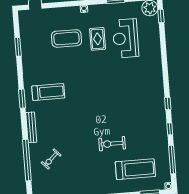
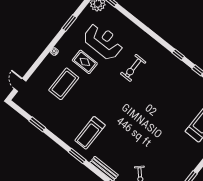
reception desk: (126, 38) -> (103, 41), turned 180
treadmill: (48, 92) -> (90, 133), turned 180
exercise bike: (112, 144) -> (133, 68), moved

